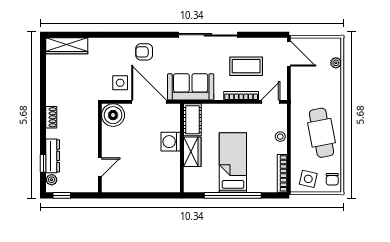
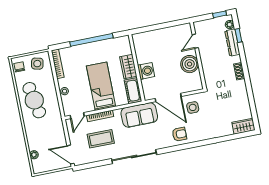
wardrobe: (67, 46) -> (243, 126), width x0.67
boiler: (113, 115) -> (190, 64), moved
bed: (233, 163) -> (101, 86), moved, turned 180

